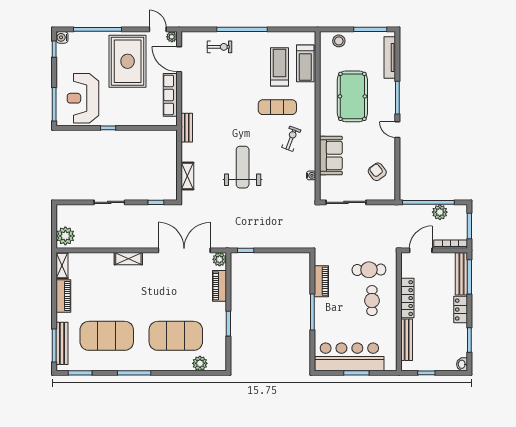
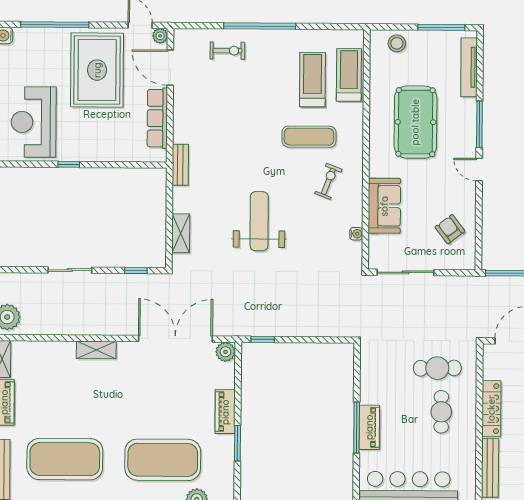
treadmill: (305, 63) -> (349, 75), turned 180
piano: (321, 281) -> (369, 427), moved
piano: (219, 286) -> (225, 412), moved

